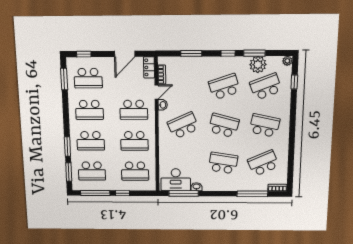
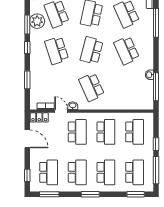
window: (67, 147) -> (90, 194), moved
school desk: (223, 163) -> (127, 50), turned -33
desk: (176, 180) -> (143, 94), removed

